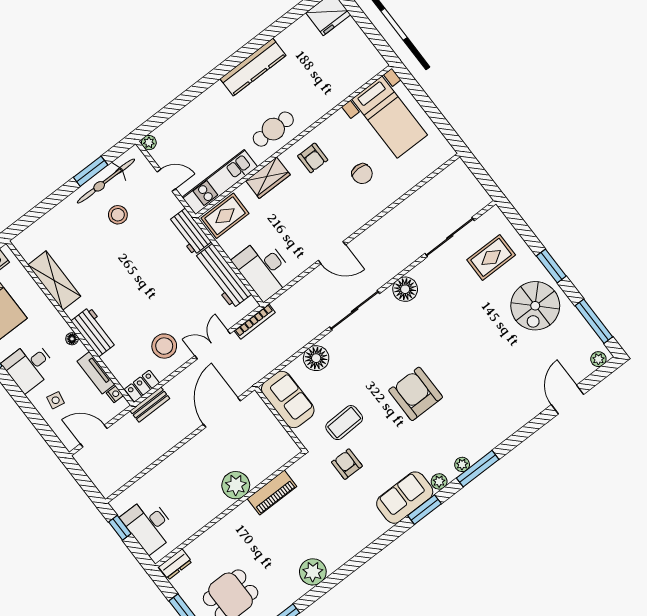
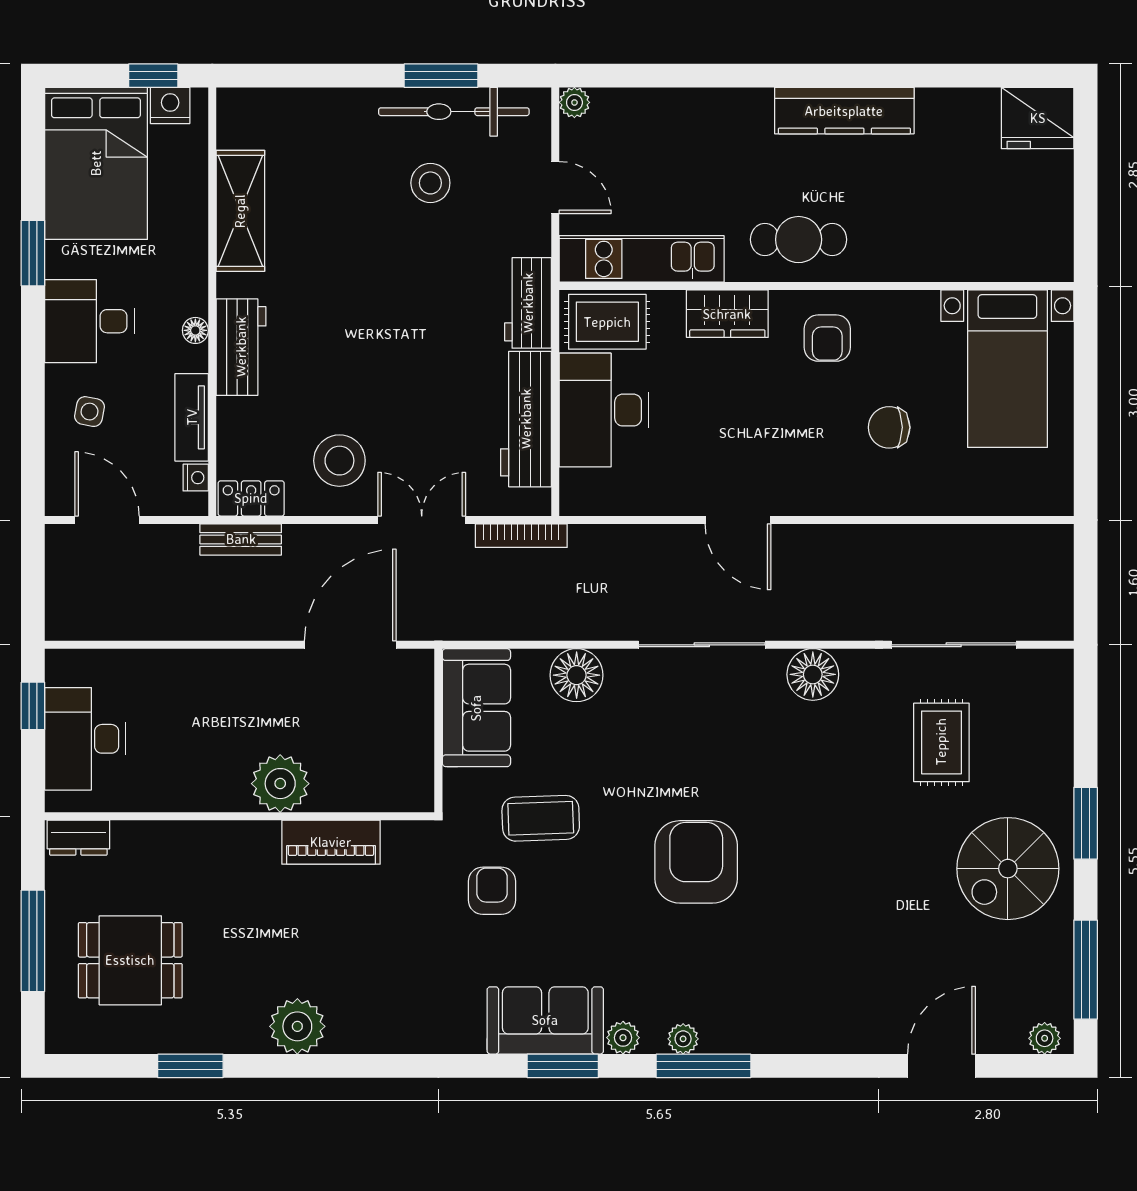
chair: (362, 174) -> (889, 427), turned 90
rug: (491, 257) -> (941, 742), moved, turned 90
desk: (264, 269) -> (604, 410), moved

